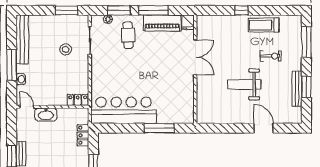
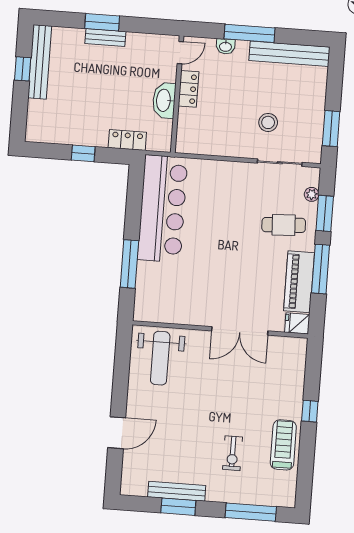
weight bench: (244, 84) -> (160, 358), moved, turned 180
locker: (78, 100) -> (189, 89), moved
washbasin: (46, 114) -> (164, 100), moved

